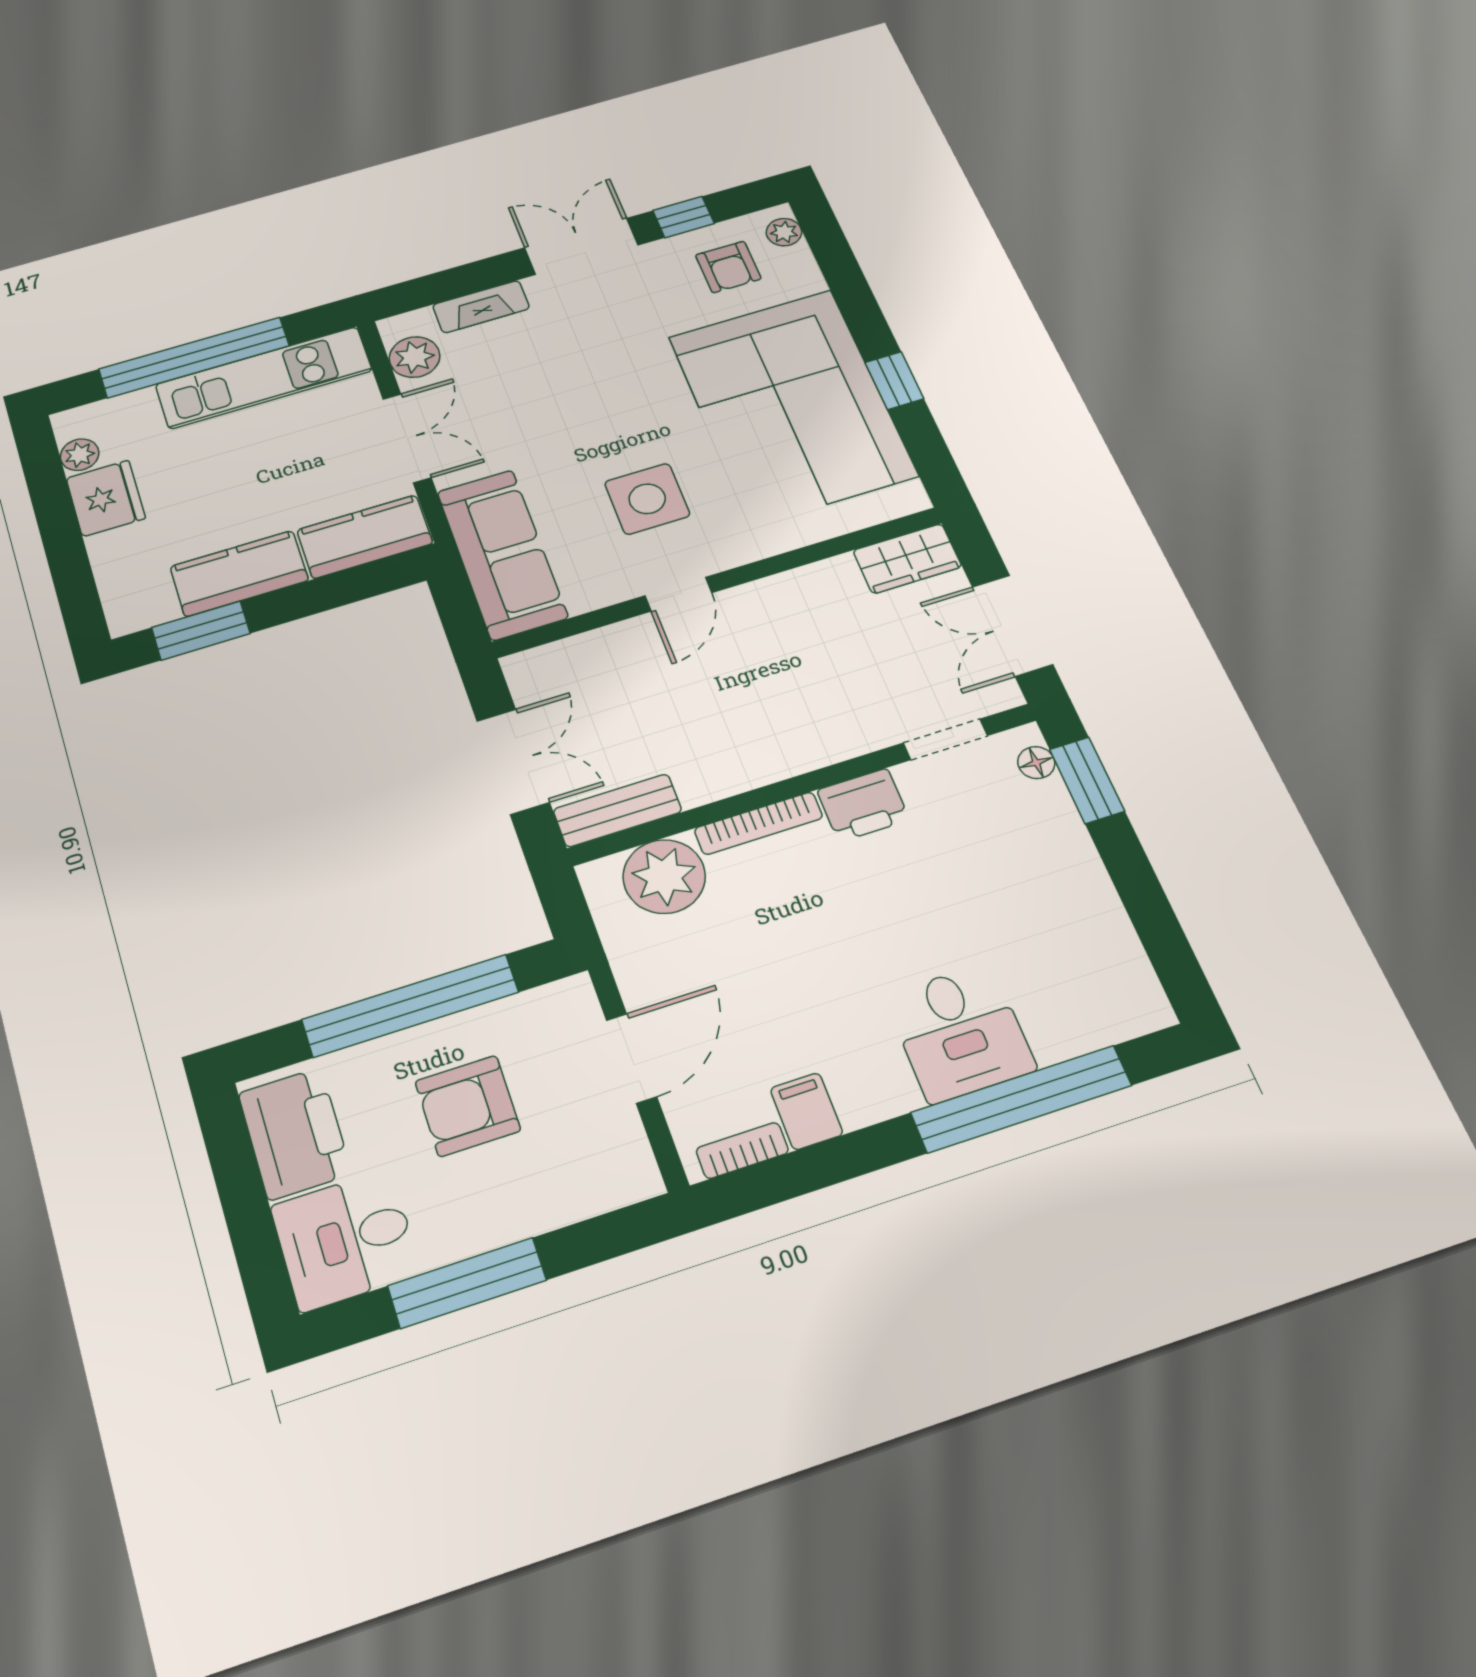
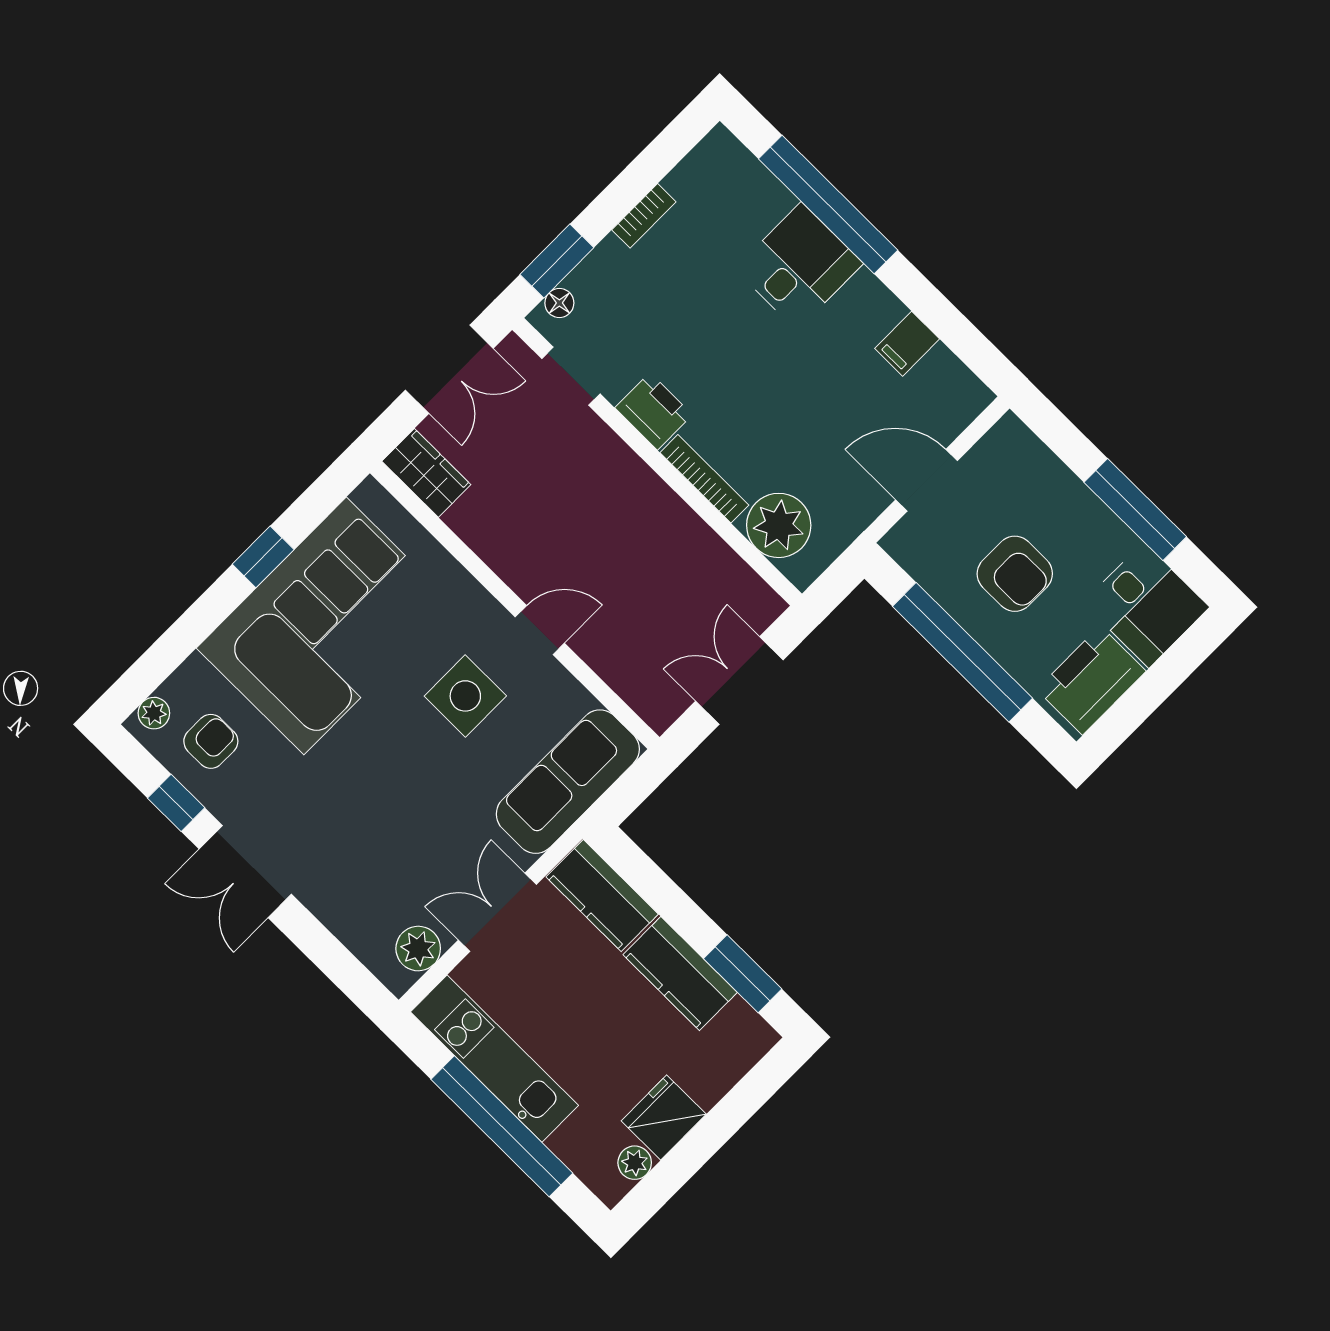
fireplace: (481, 307) -> (344, 922), removed
bench: (617, 810) -> (743, 585), removed
bookcase: (742, 1151) -> (644, 216), moved, turned -90

